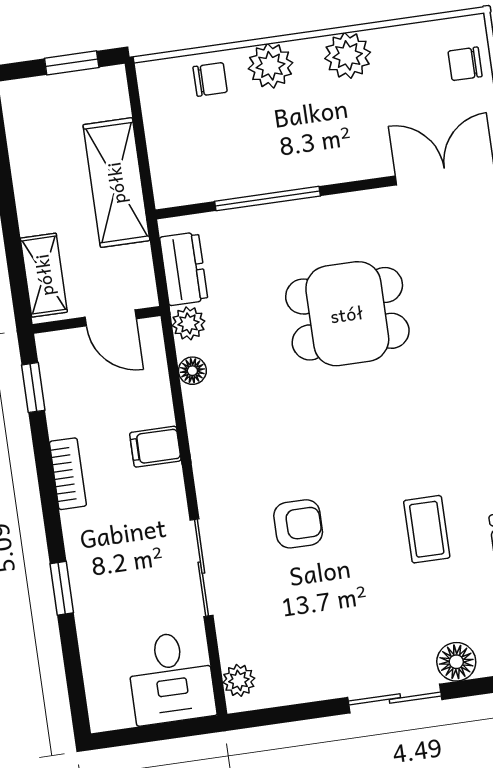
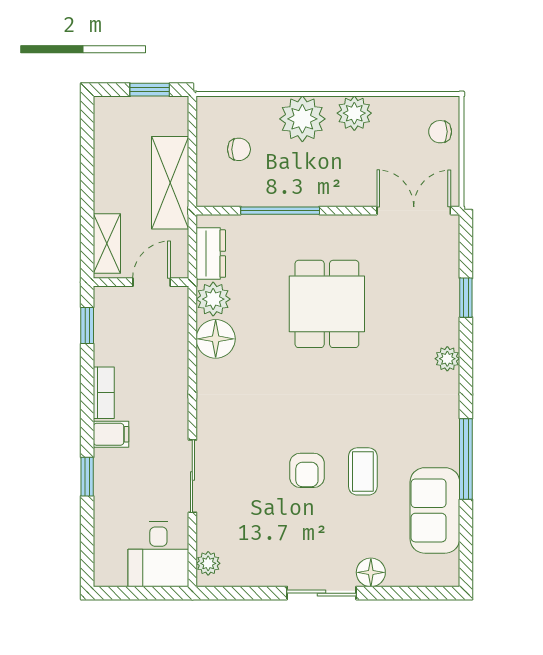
plant: (271, 66) -> (302, 119), width x1.36, depth x1.36
chair: (210, 79) -> (239, 149), moved
dining table: (347, 314) -> (327, 304), turned 90
door: (111, 318) -> (152, 282), swing flipped
plant: (188, 323) -> (213, 299), width x1.38, depth x1.38
floor lamp: (192, 371) -> (216, 339), width x1.89, depth x1.89
filing cabinet: (155, 447) -> (111, 434), moved, turned 180
armchair: (298, 524) -> (307, 470), moved, turned 90

